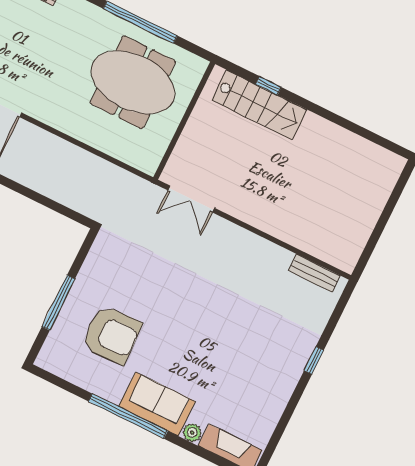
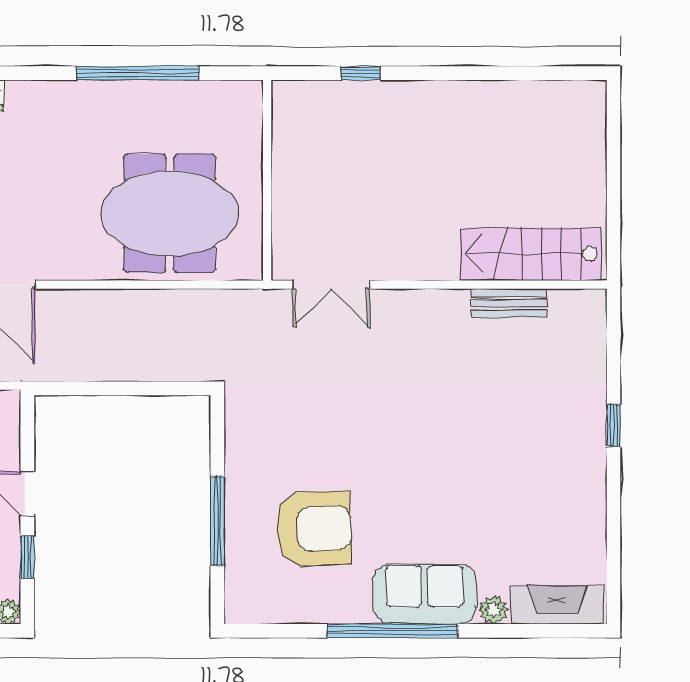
meeting table: (133, 82) -> (170, 213), moved
stairs: (259, 105) -> (531, 254), moved, turned 180
bench: (314, 273) -> (509, 303), moved

